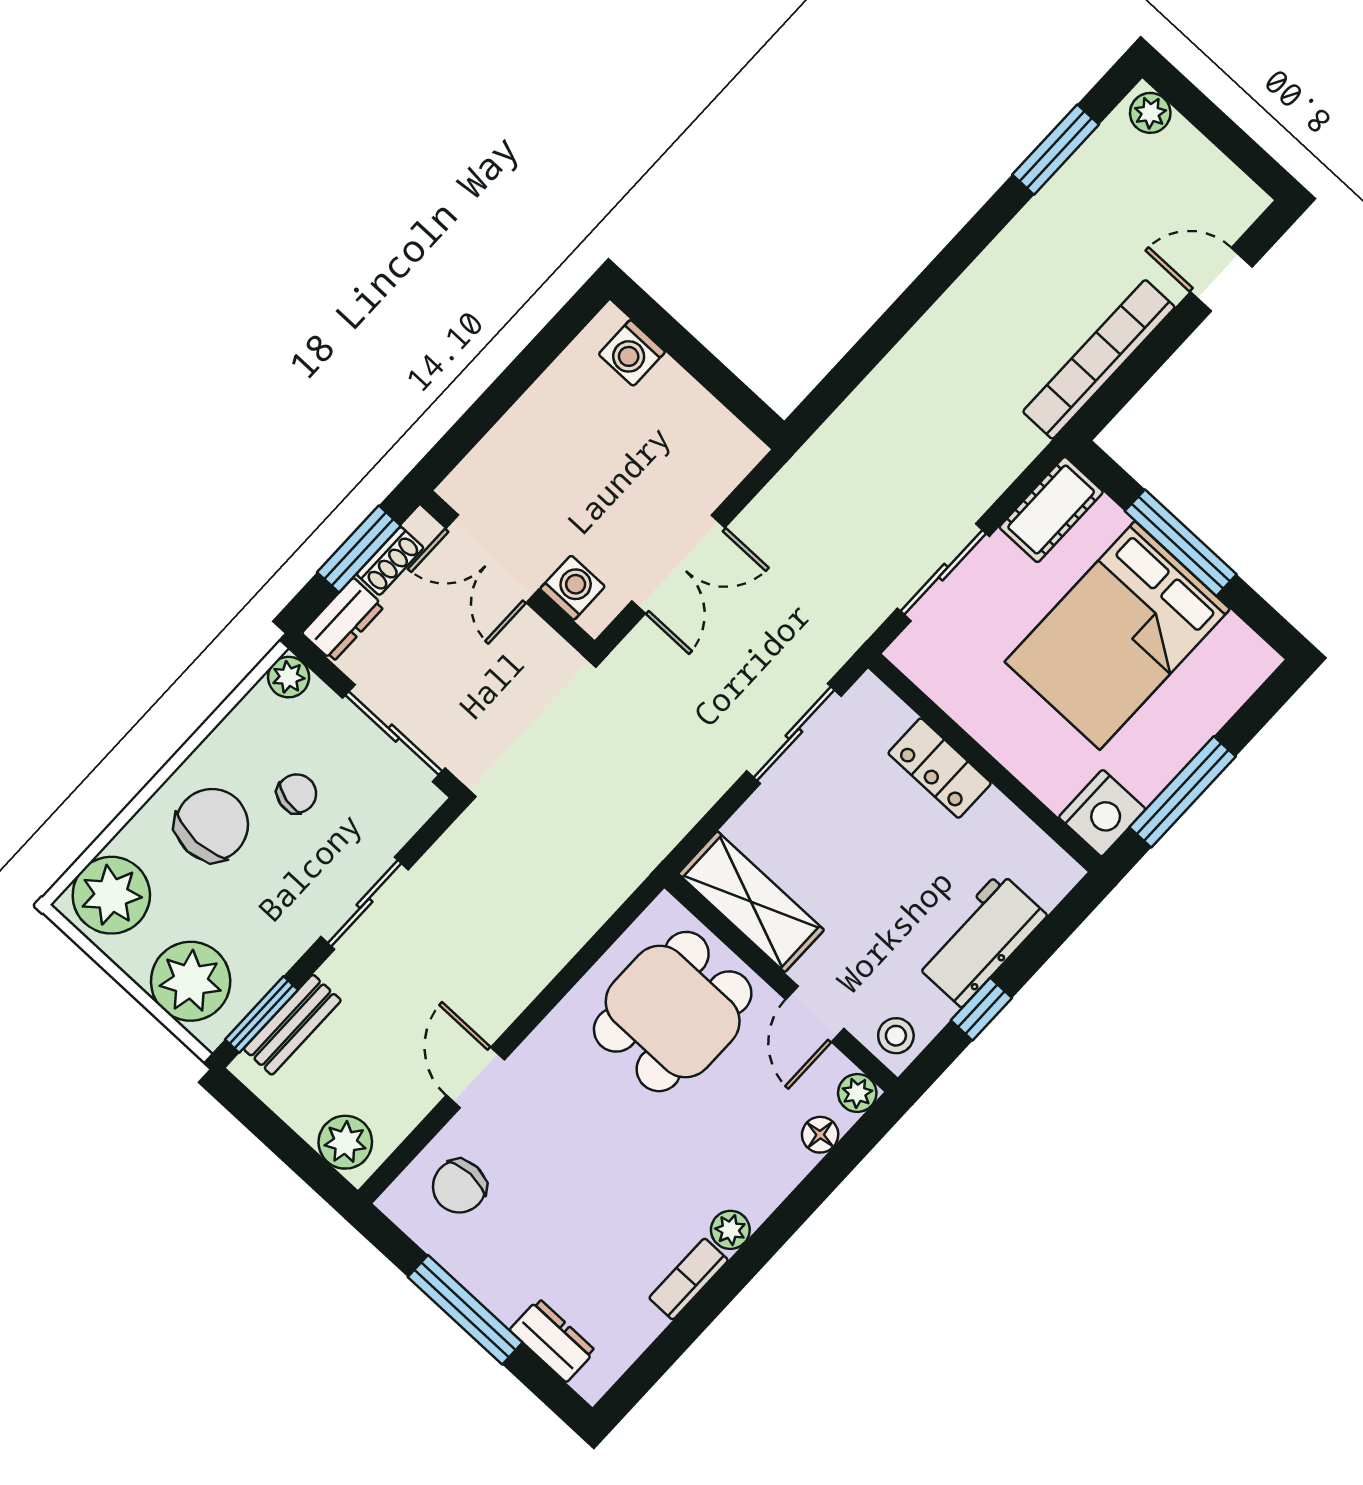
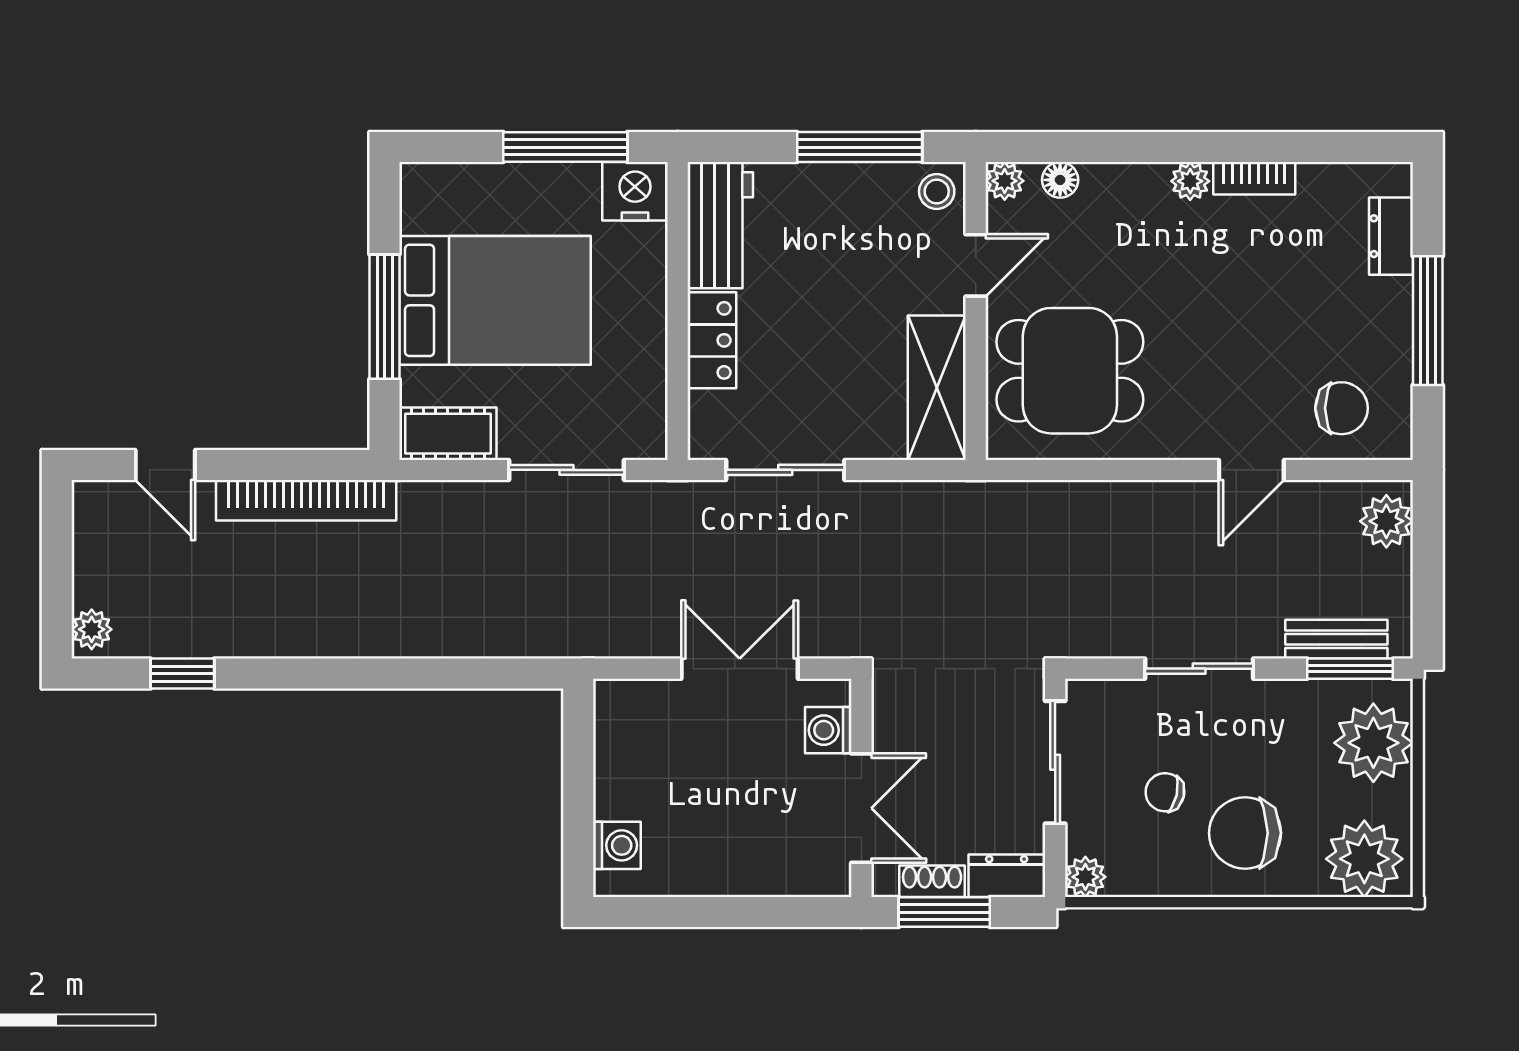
window: (1056, 150) -> (182, 674), width x0.67
workbench: (981, 940) -> (720, 225), moved, turned -90
window: (981, 1009) -> (860, 147), width x2.17

